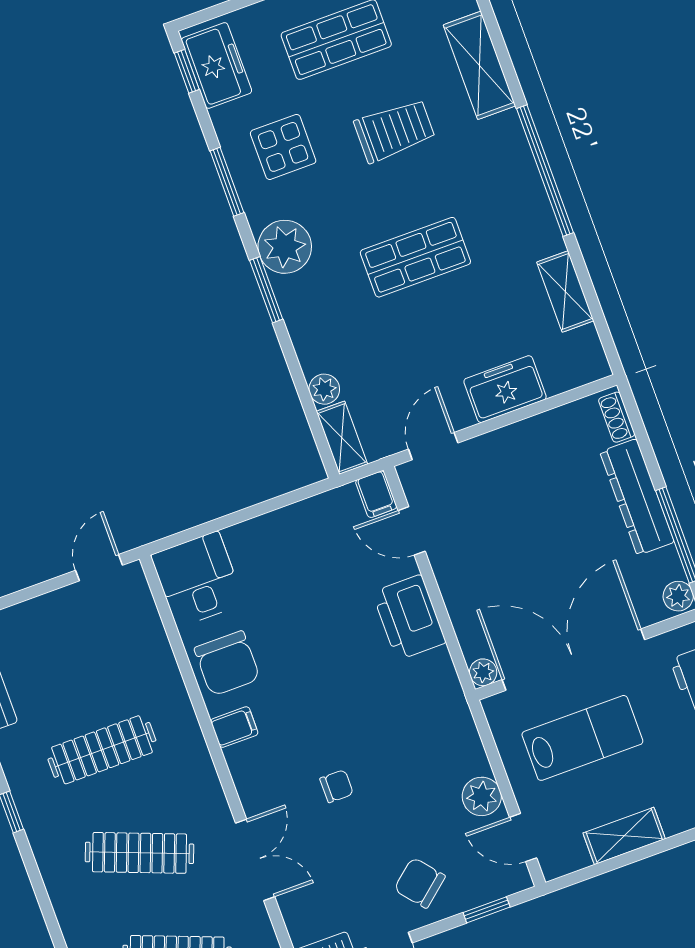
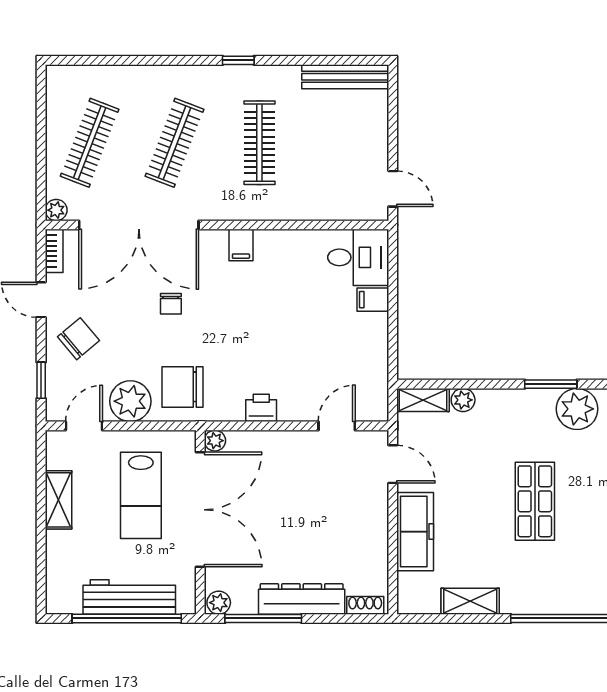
freezer: (505, 389) -> (415, 532), width x1.40
filing cabinet: (376, 494) -> (373, 300), moved
printer: (409, 617) -> (261, 408), width x0.53, depth x0.68
chair: (227, 663) -> (182, 387), moved
plant: (482, 796) -> (130, 401), width x1.36, depth x1.36
double door: (255, 860) -> (139, 225), width x1.87

